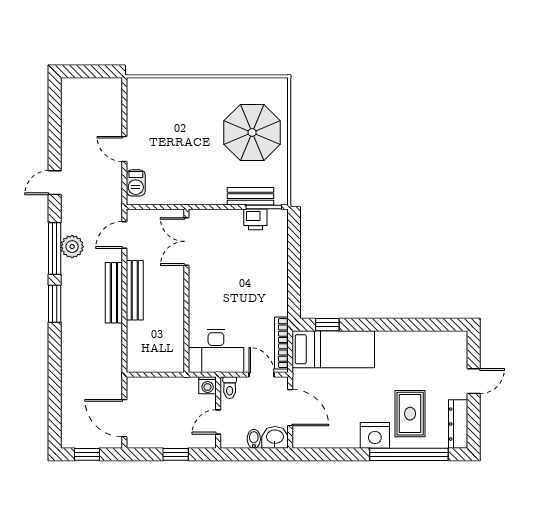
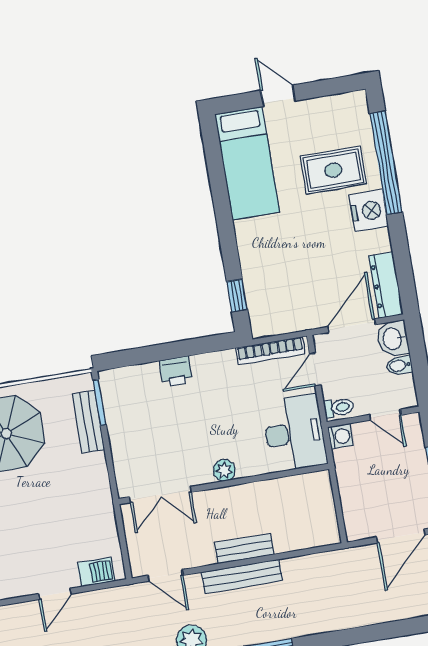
printer: (255, 219) -> (176, 371), moved, turned 90
bench: (135, 290) -> (244, 549), width x0.73
plant: (197, 293) -> (224, 470), added
bed: (333, 349) -> (247, 163), moved, turned 180
dresser: (458, 424) -> (386, 285), moved, turned 90

